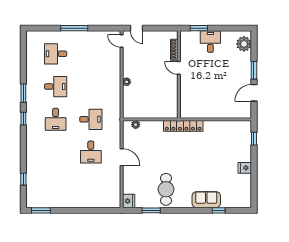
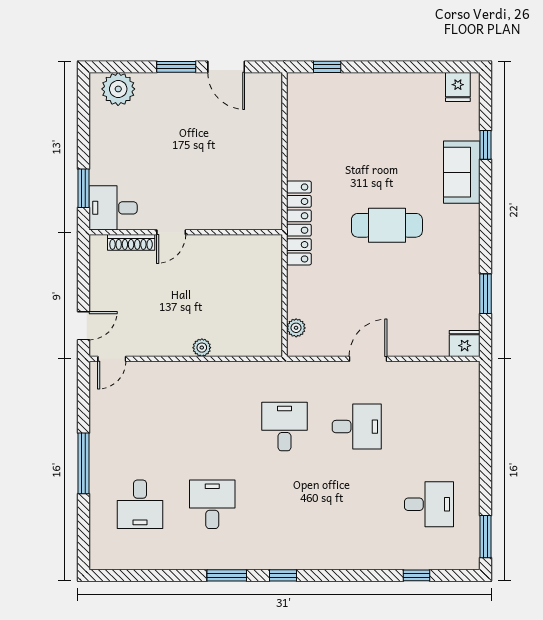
desk: (210, 42) -> (113, 208), moved
desk: (56, 119) -> (429, 504), moved
fridge: (245, 168) -> (458, 87), moved
cafe table: (166, 189) -> (387, 225), moved

